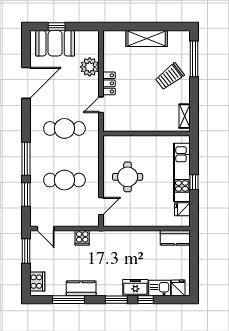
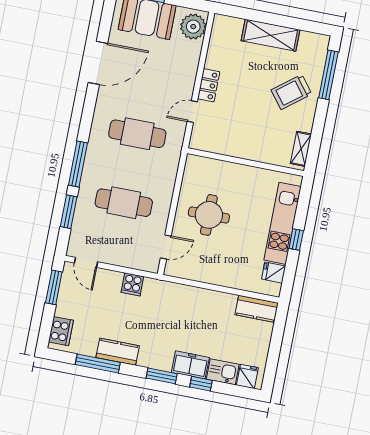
plant: (90, 67) -> (193, 27), moved

